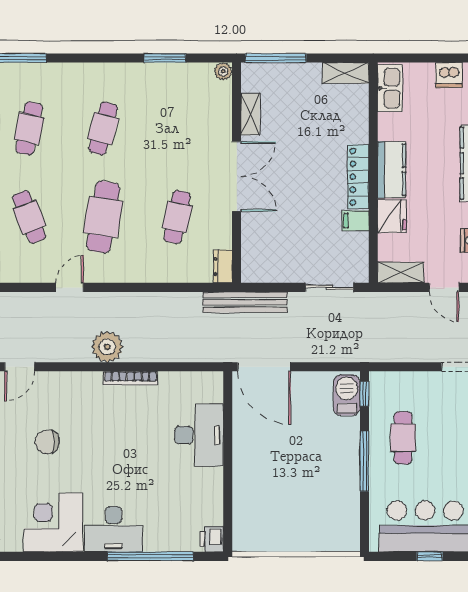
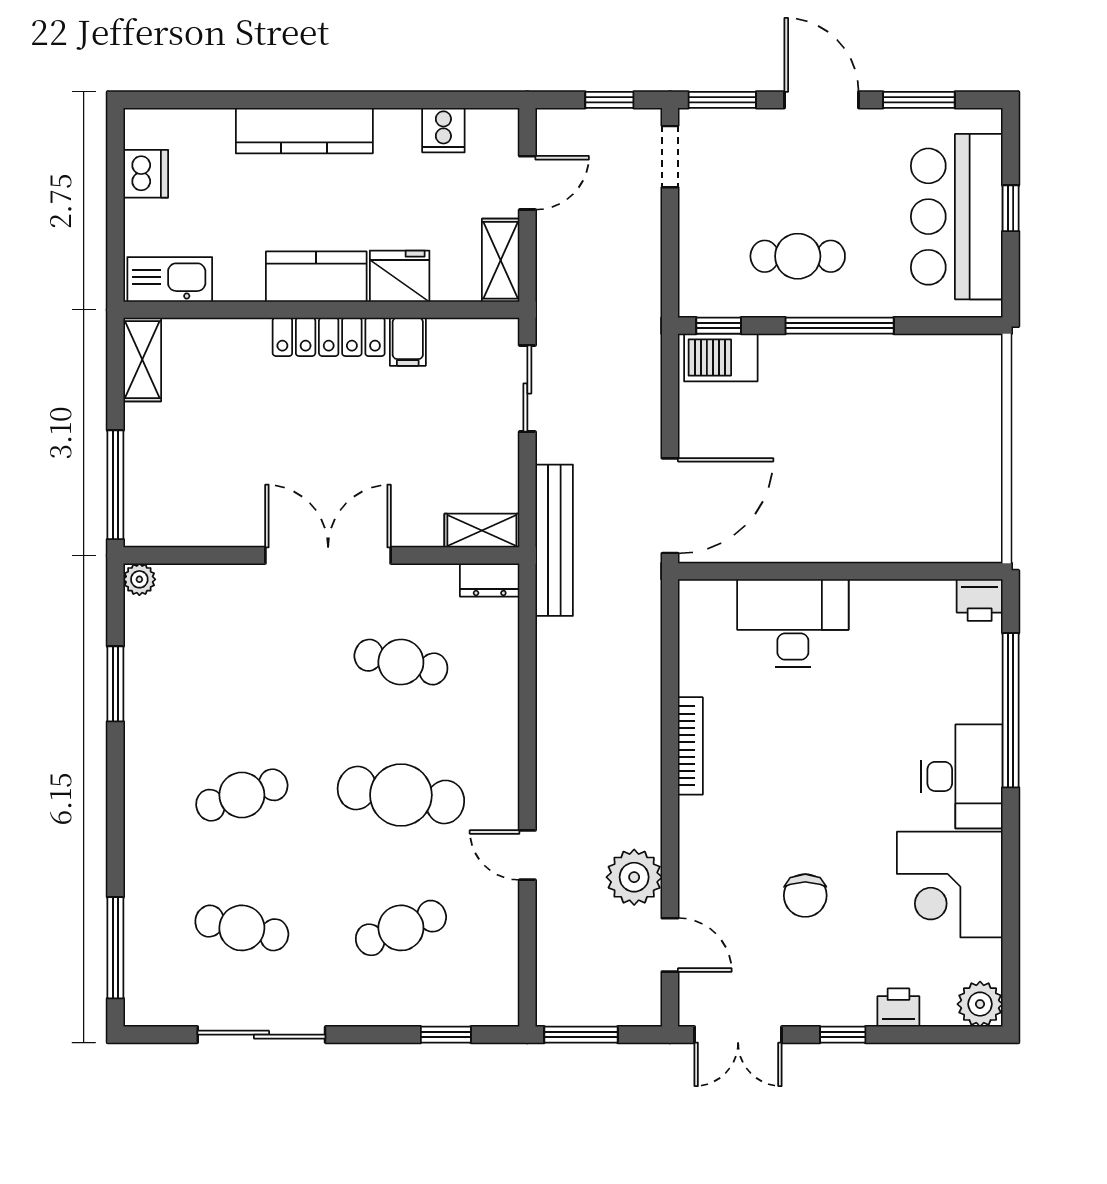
shelving: (250, 114) -> (482, 531), moved
cafe table: (103, 128) -> (242, 795), turned -33
plant: (107, 347) -> (634, 877), moved

